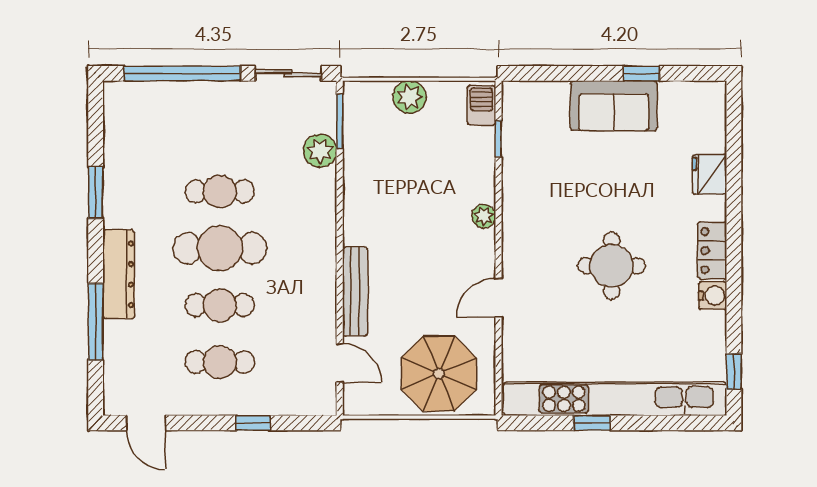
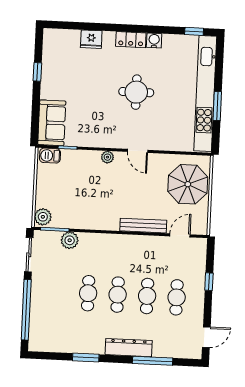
plant: (409, 97) -> (43, 217), moved
sofa: (614, 106) -> (52, 123), moved
cafe table: (220, 248) -> (118, 295), width x0.73, depth x0.74
door: (498, 298) -> (138, 151), moved
window: (592, 423) -> (217, 106), width x1.50

